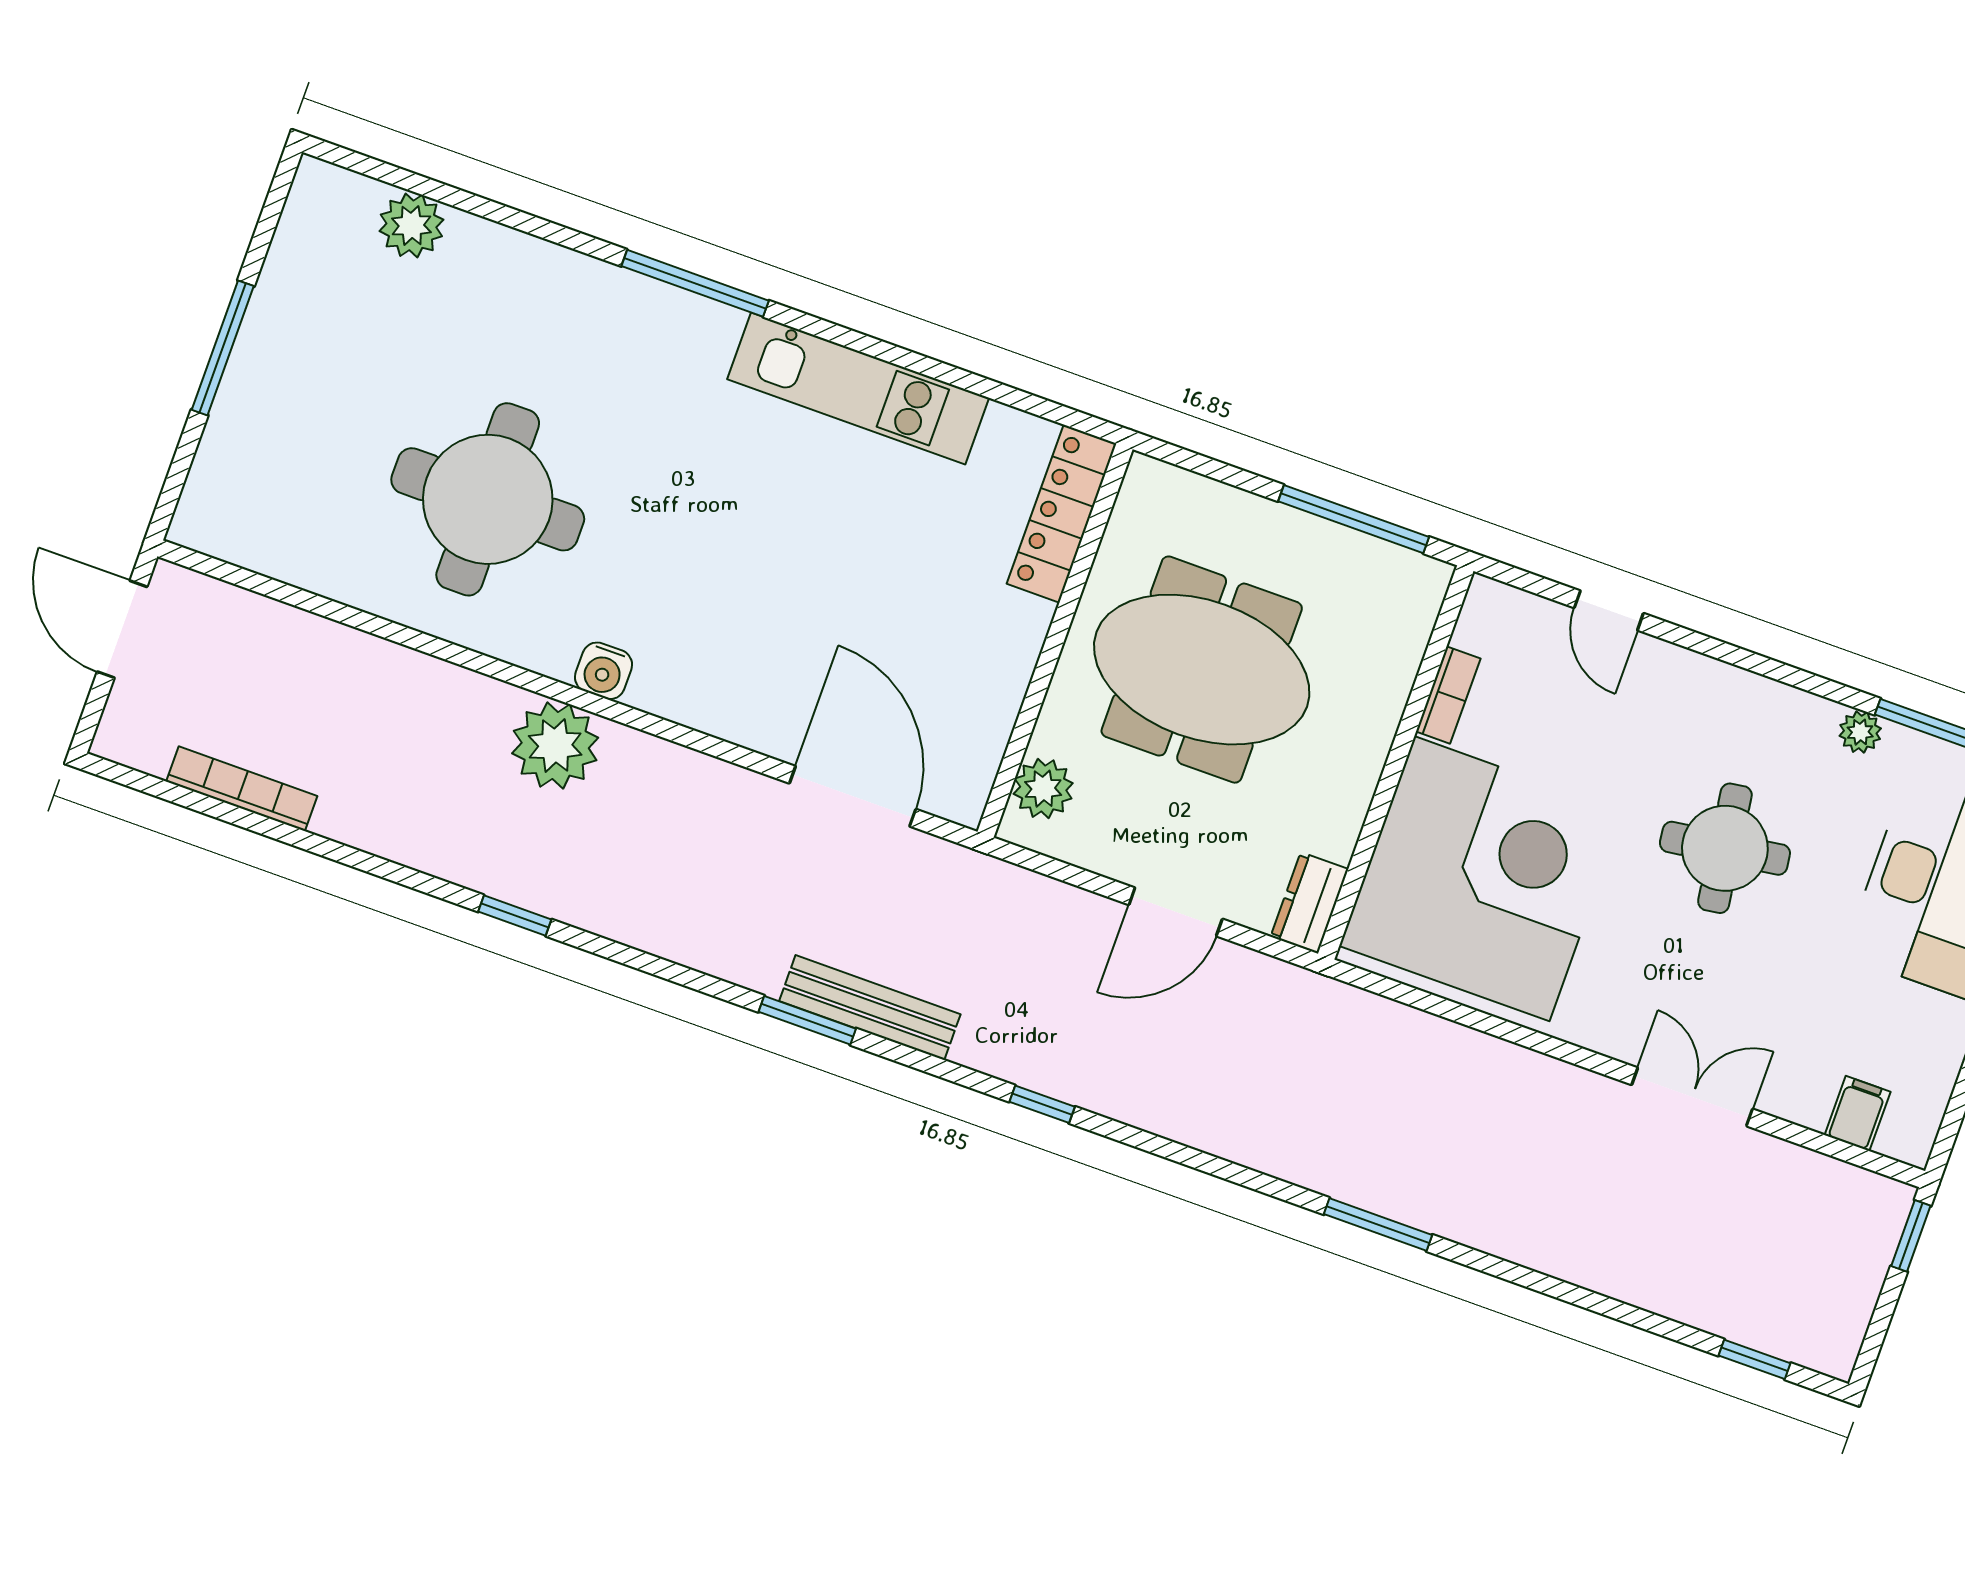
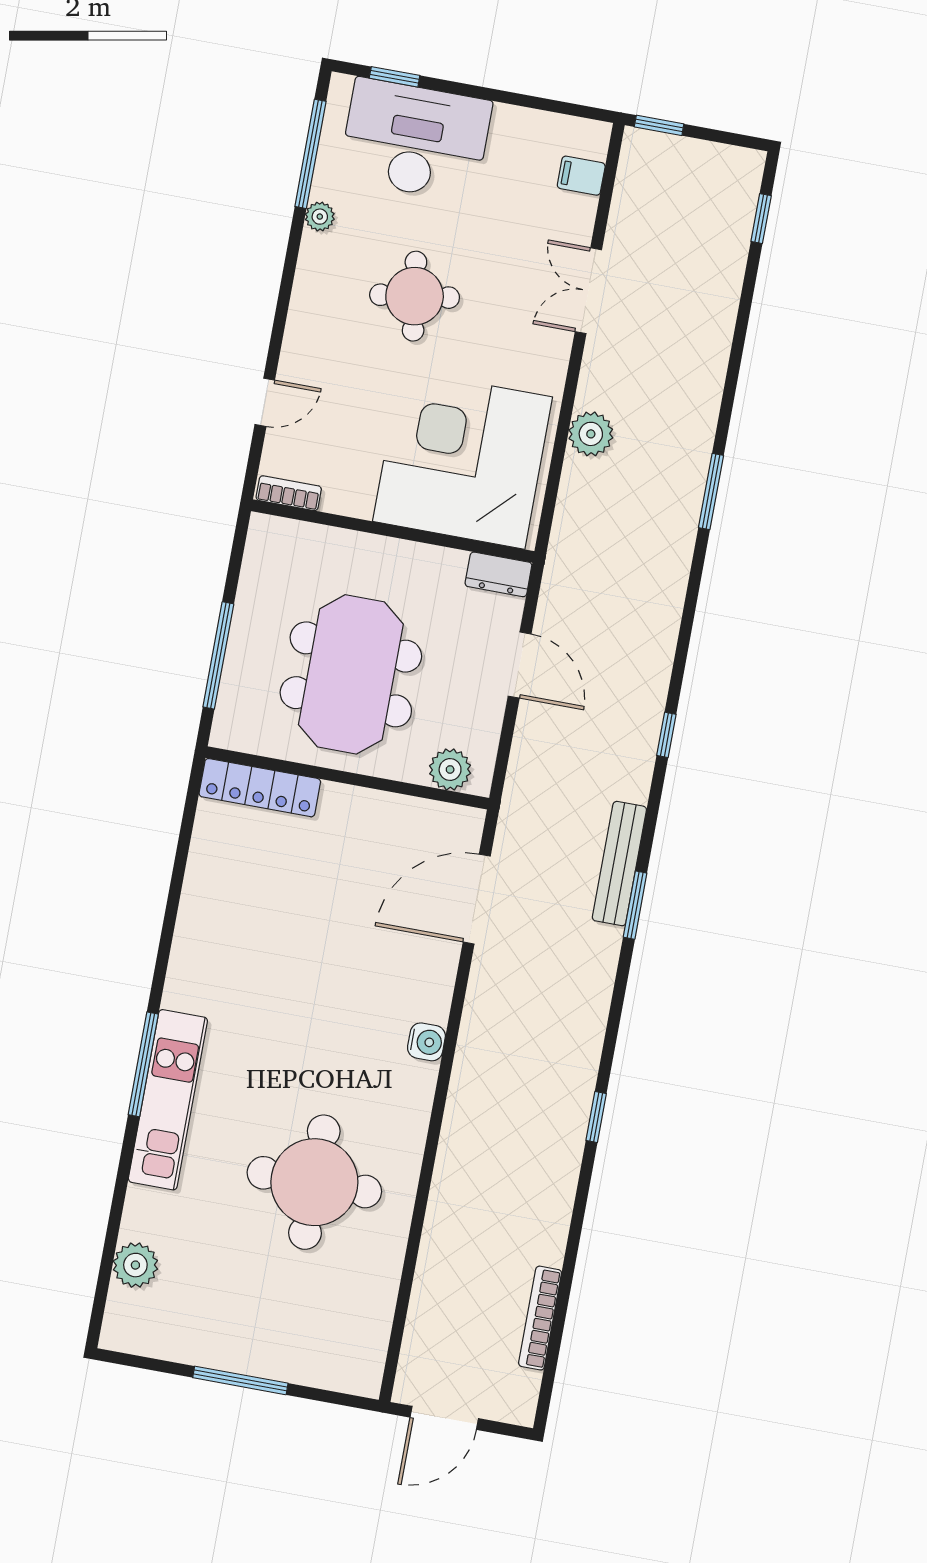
kitchen unit: (858, 389) -> (168, 1100), moved
window: (1354, 519) -> (218, 655), moved
water cooler: (603, 671) -> (426, 1042), moved
bookcase: (1448, 695) -> (289, 493), moved
plant: (555, 745) -> (591, 434), moved, width x0.73, depth x0.73

